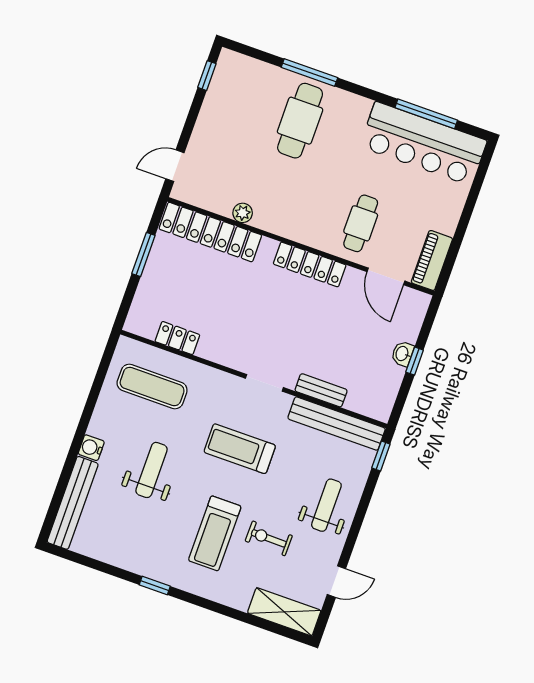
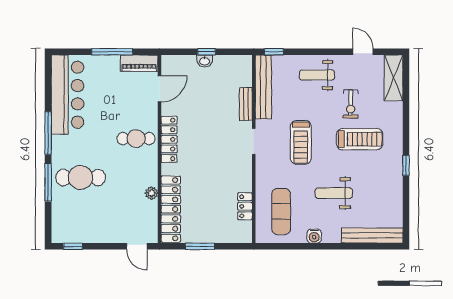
window: (426, 114) -> (48, 133), moved
cafe table: (361, 223) -> (136, 139), moved
window: (462, 228) -> (112, 52), added
water cooler: (91, 448) -> (314, 236), moved

